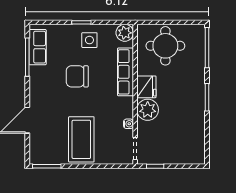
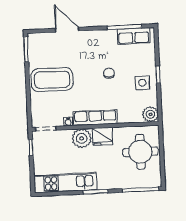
row of seats: (126, 72) -> (95, 118), moved
chair: (77, 76) -> (109, 73), width x0.54, depth x0.54
kitchen unit: (196, 130) -> (65, 183), added

